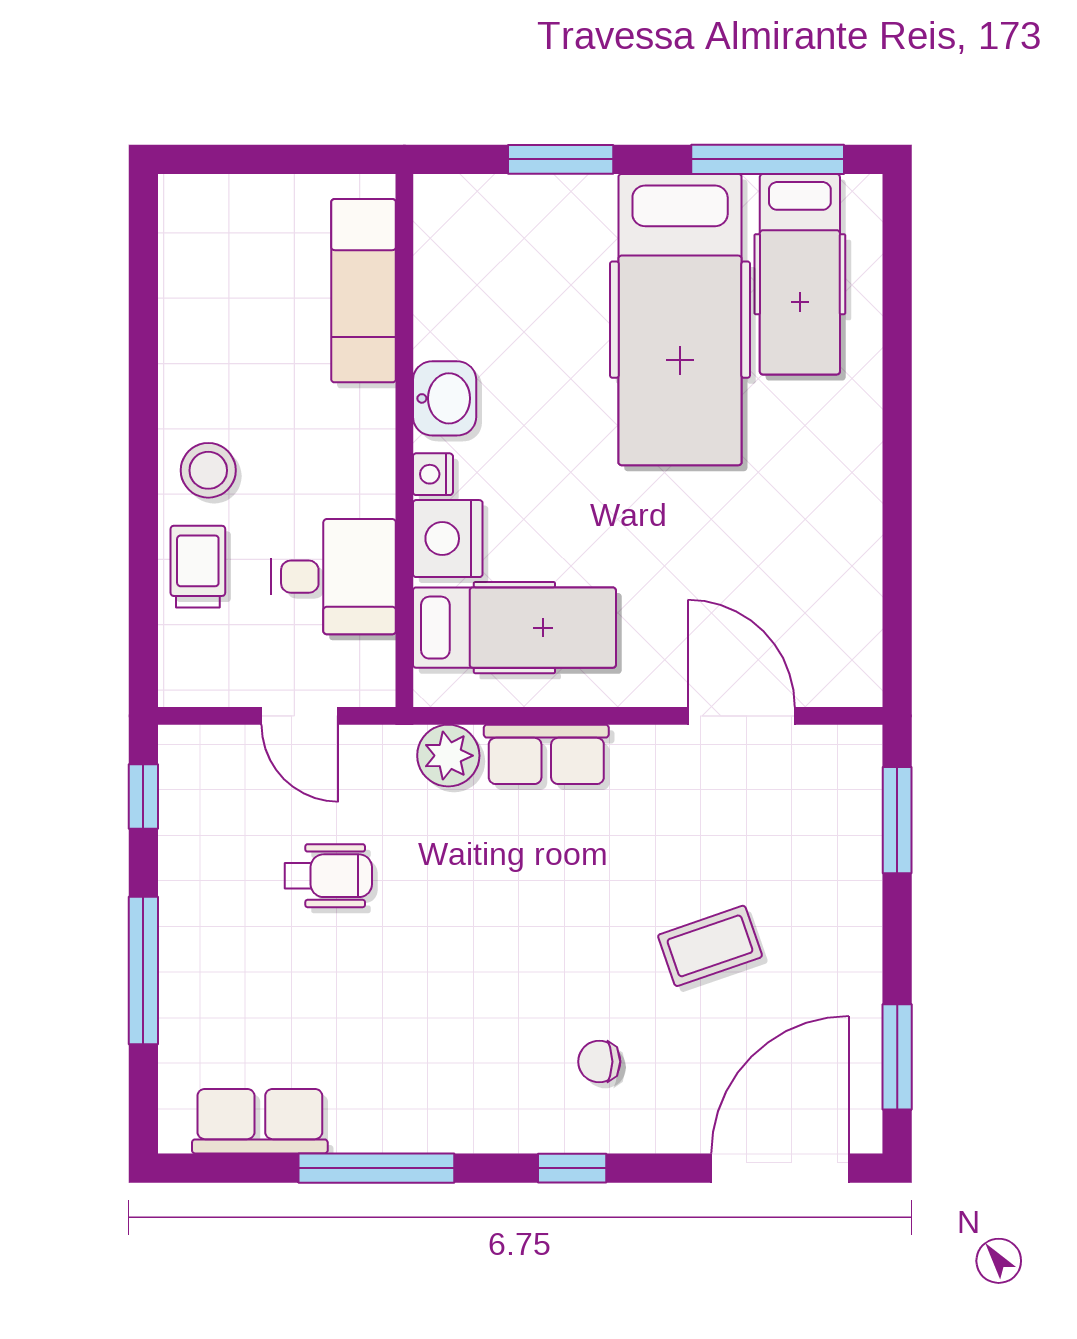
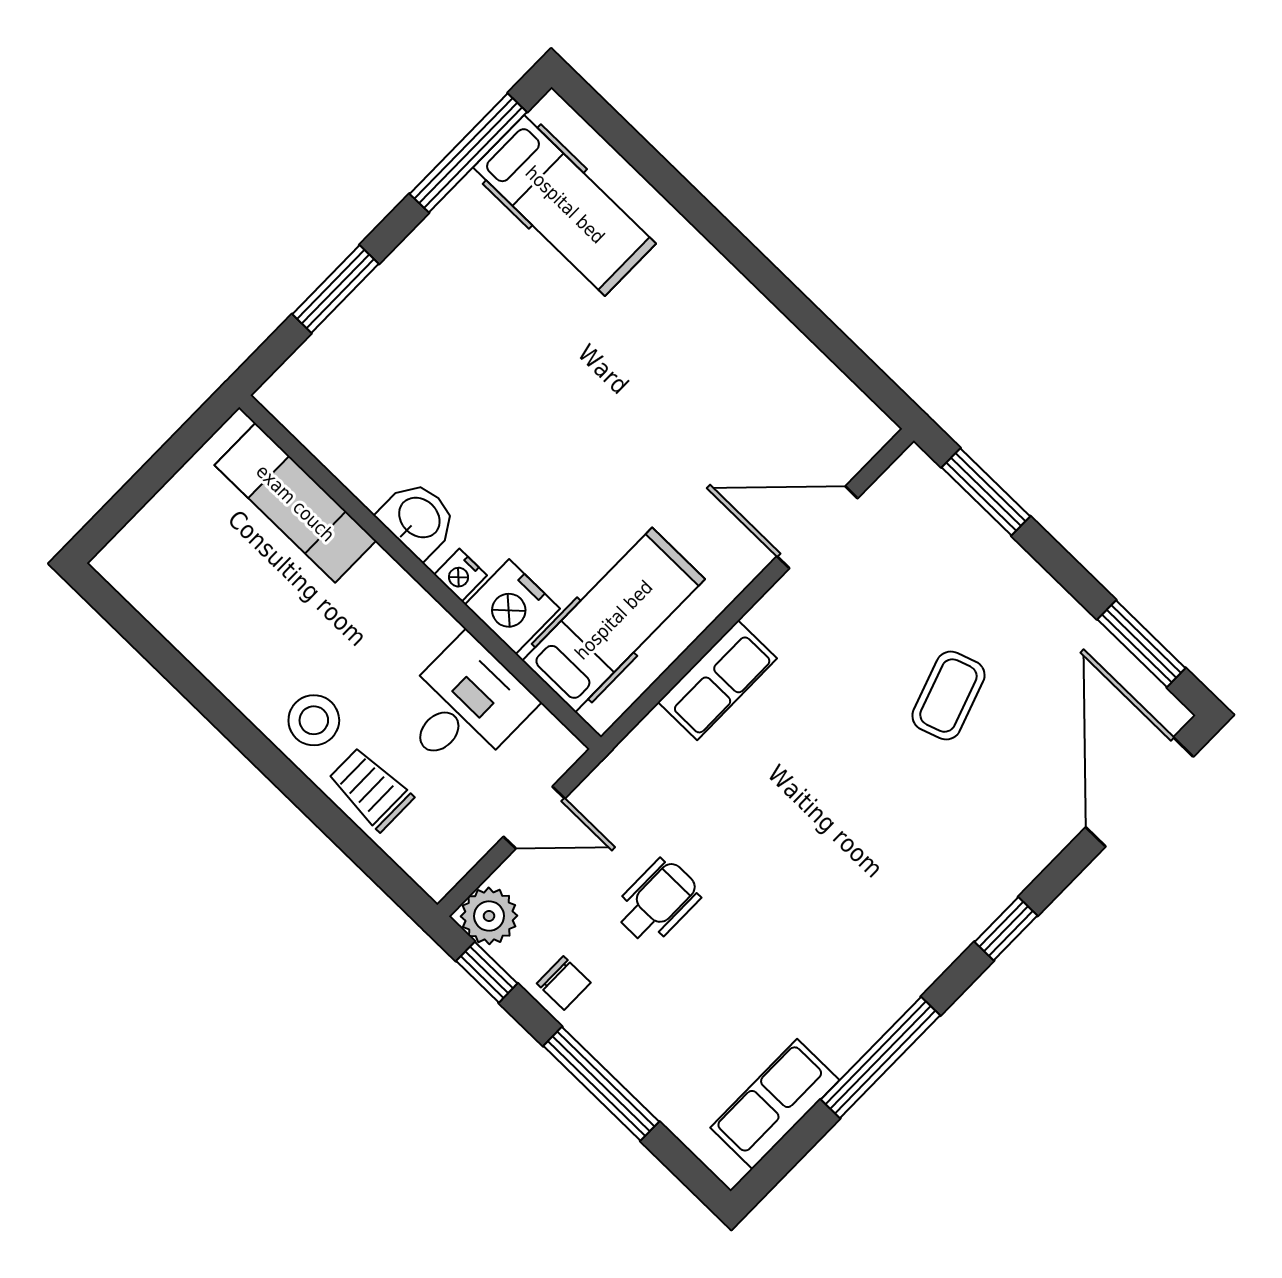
hospital bed: (680, 320) -> (517, 313), removed
plant: (448, 756) -> (489, 916), moved
chair: (599, 1062) -> (564, 983), moved, turned -90

